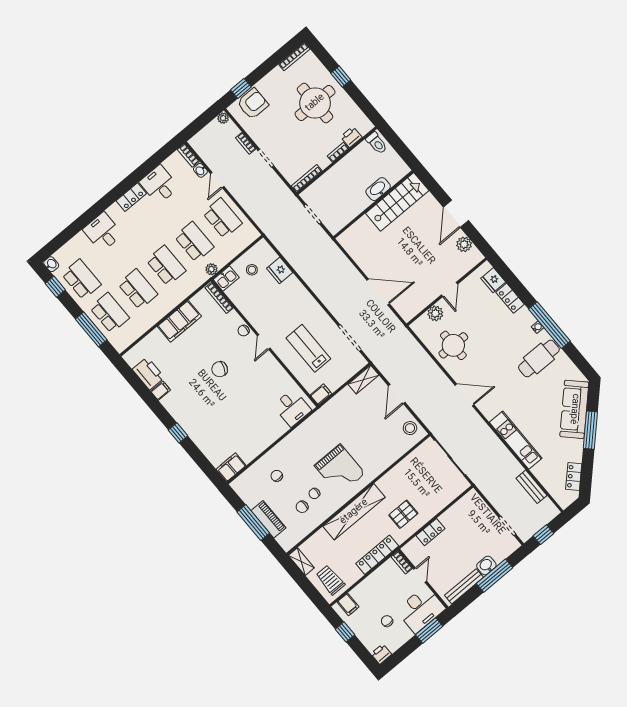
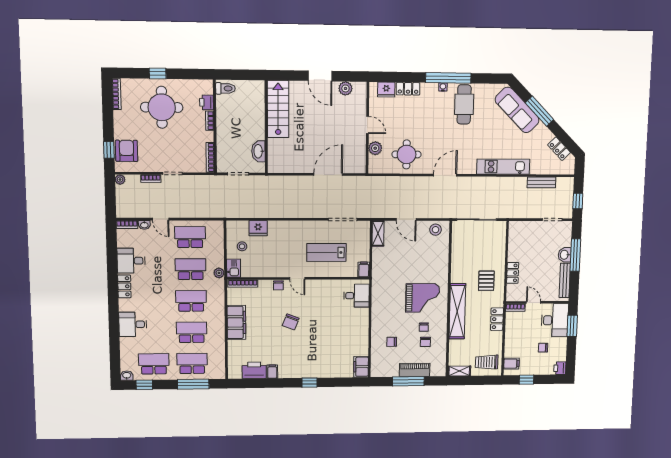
washbasin: (378, 189) -> (258, 151), moved
locker: (377, 555) -> (497, 319), width x0.66

